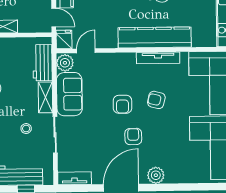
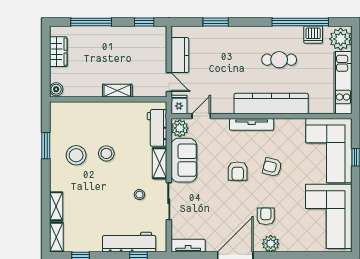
tv unit: (158, 58) -> (252, 124), moved
armchair: (133, 136) -> (266, 216), moved

